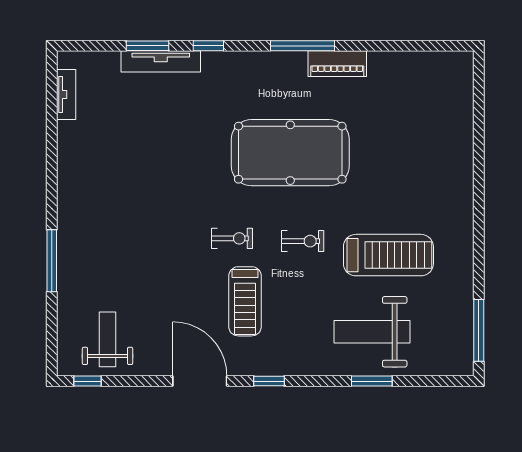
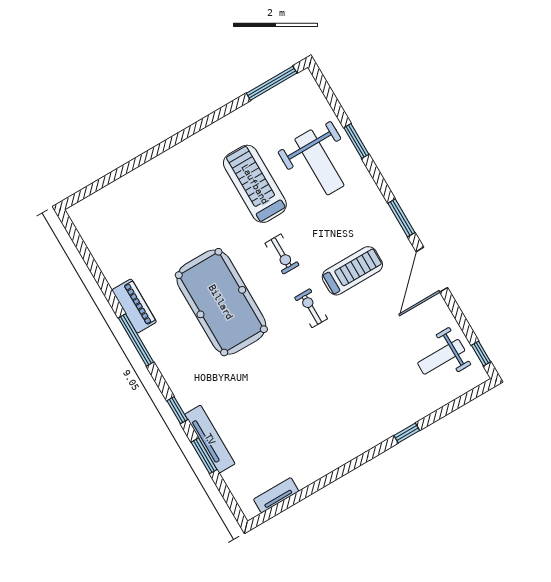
exercise bike: (303, 241) -> (282, 254), turned 180
window: (52, 261) -> (407, 433), width x0.46
window: (269, 381) -> (401, 218), width x1.50

